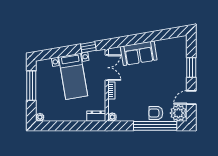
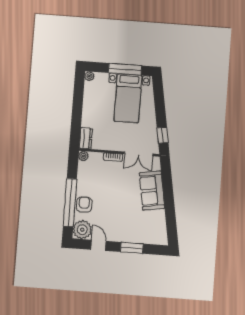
bed with nightstands: (73, 76) -> (128, 98), moved, turned -80

